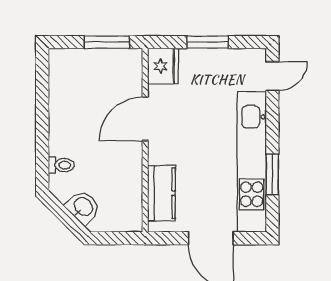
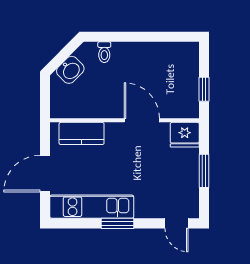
window: (107, 42) -> (204, 89), width x0.67
kitchen unit: (252, 162) -> (92, 207), width x0.73
window: (272, 174) -> (117, 223), moved

